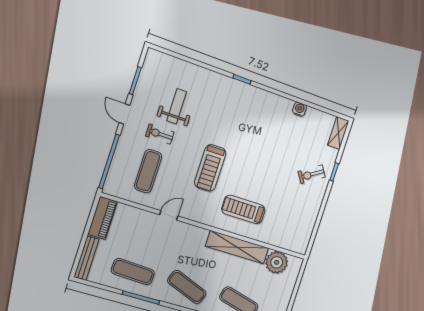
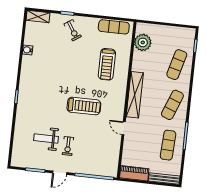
exercise mat: (148, 171) -> (114, 27), moved
treadmill: (243, 209) -> (107, 64), moved
shelving: (237, 247) -> (135, 95), moved

